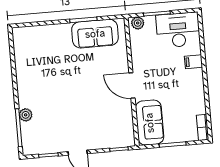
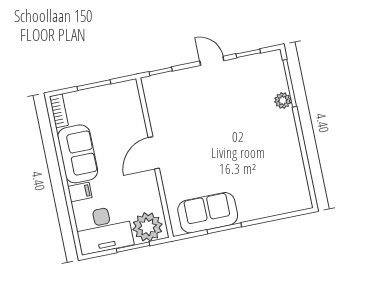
plant: (138, 23) -> (147, 227), width x1.87, depth x1.87
door: (132, 86) -> (154, 153), swing flipped
sofa: (150, 123) -> (78, 154), moved, turned 180

